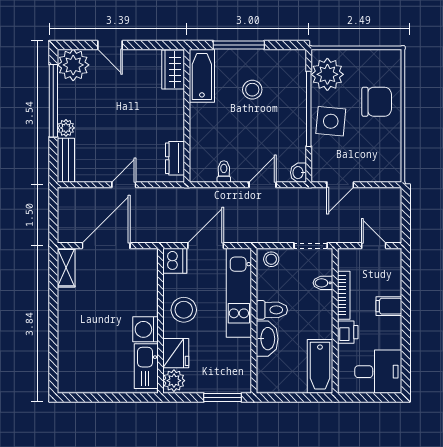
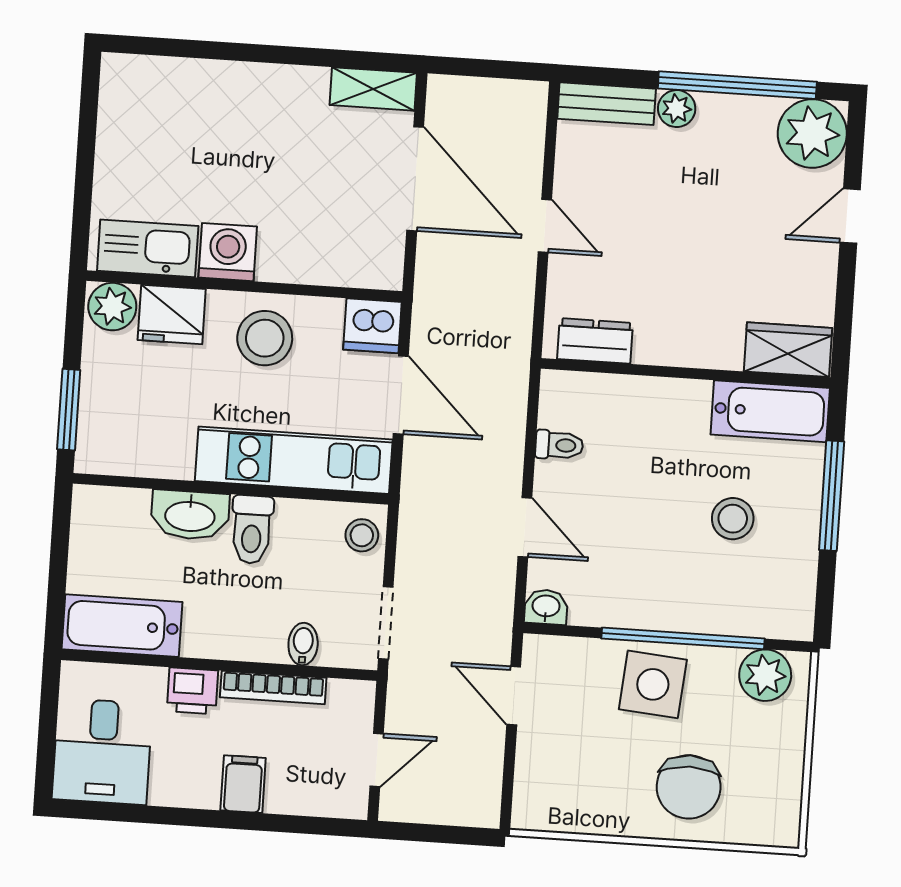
plant: (327, 74) -> (765, 675), width x0.73, depth x0.73

